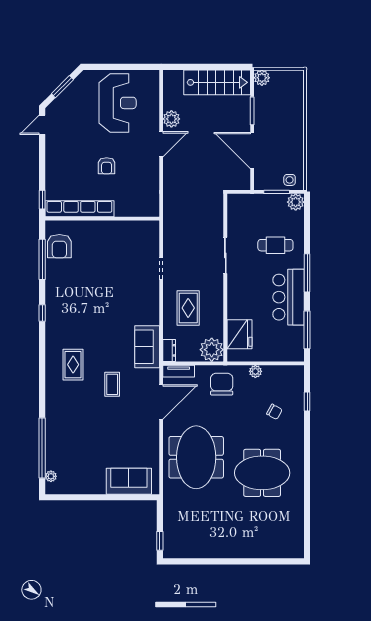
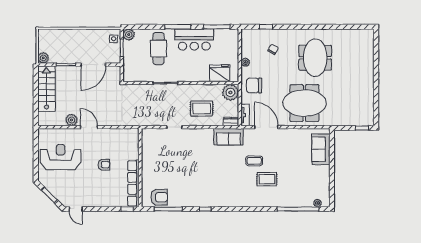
cafe table: (275, 245) -> (158, 49), width x1.37, depth x1.35
rug: (73, 365) -> (267, 179), moved

